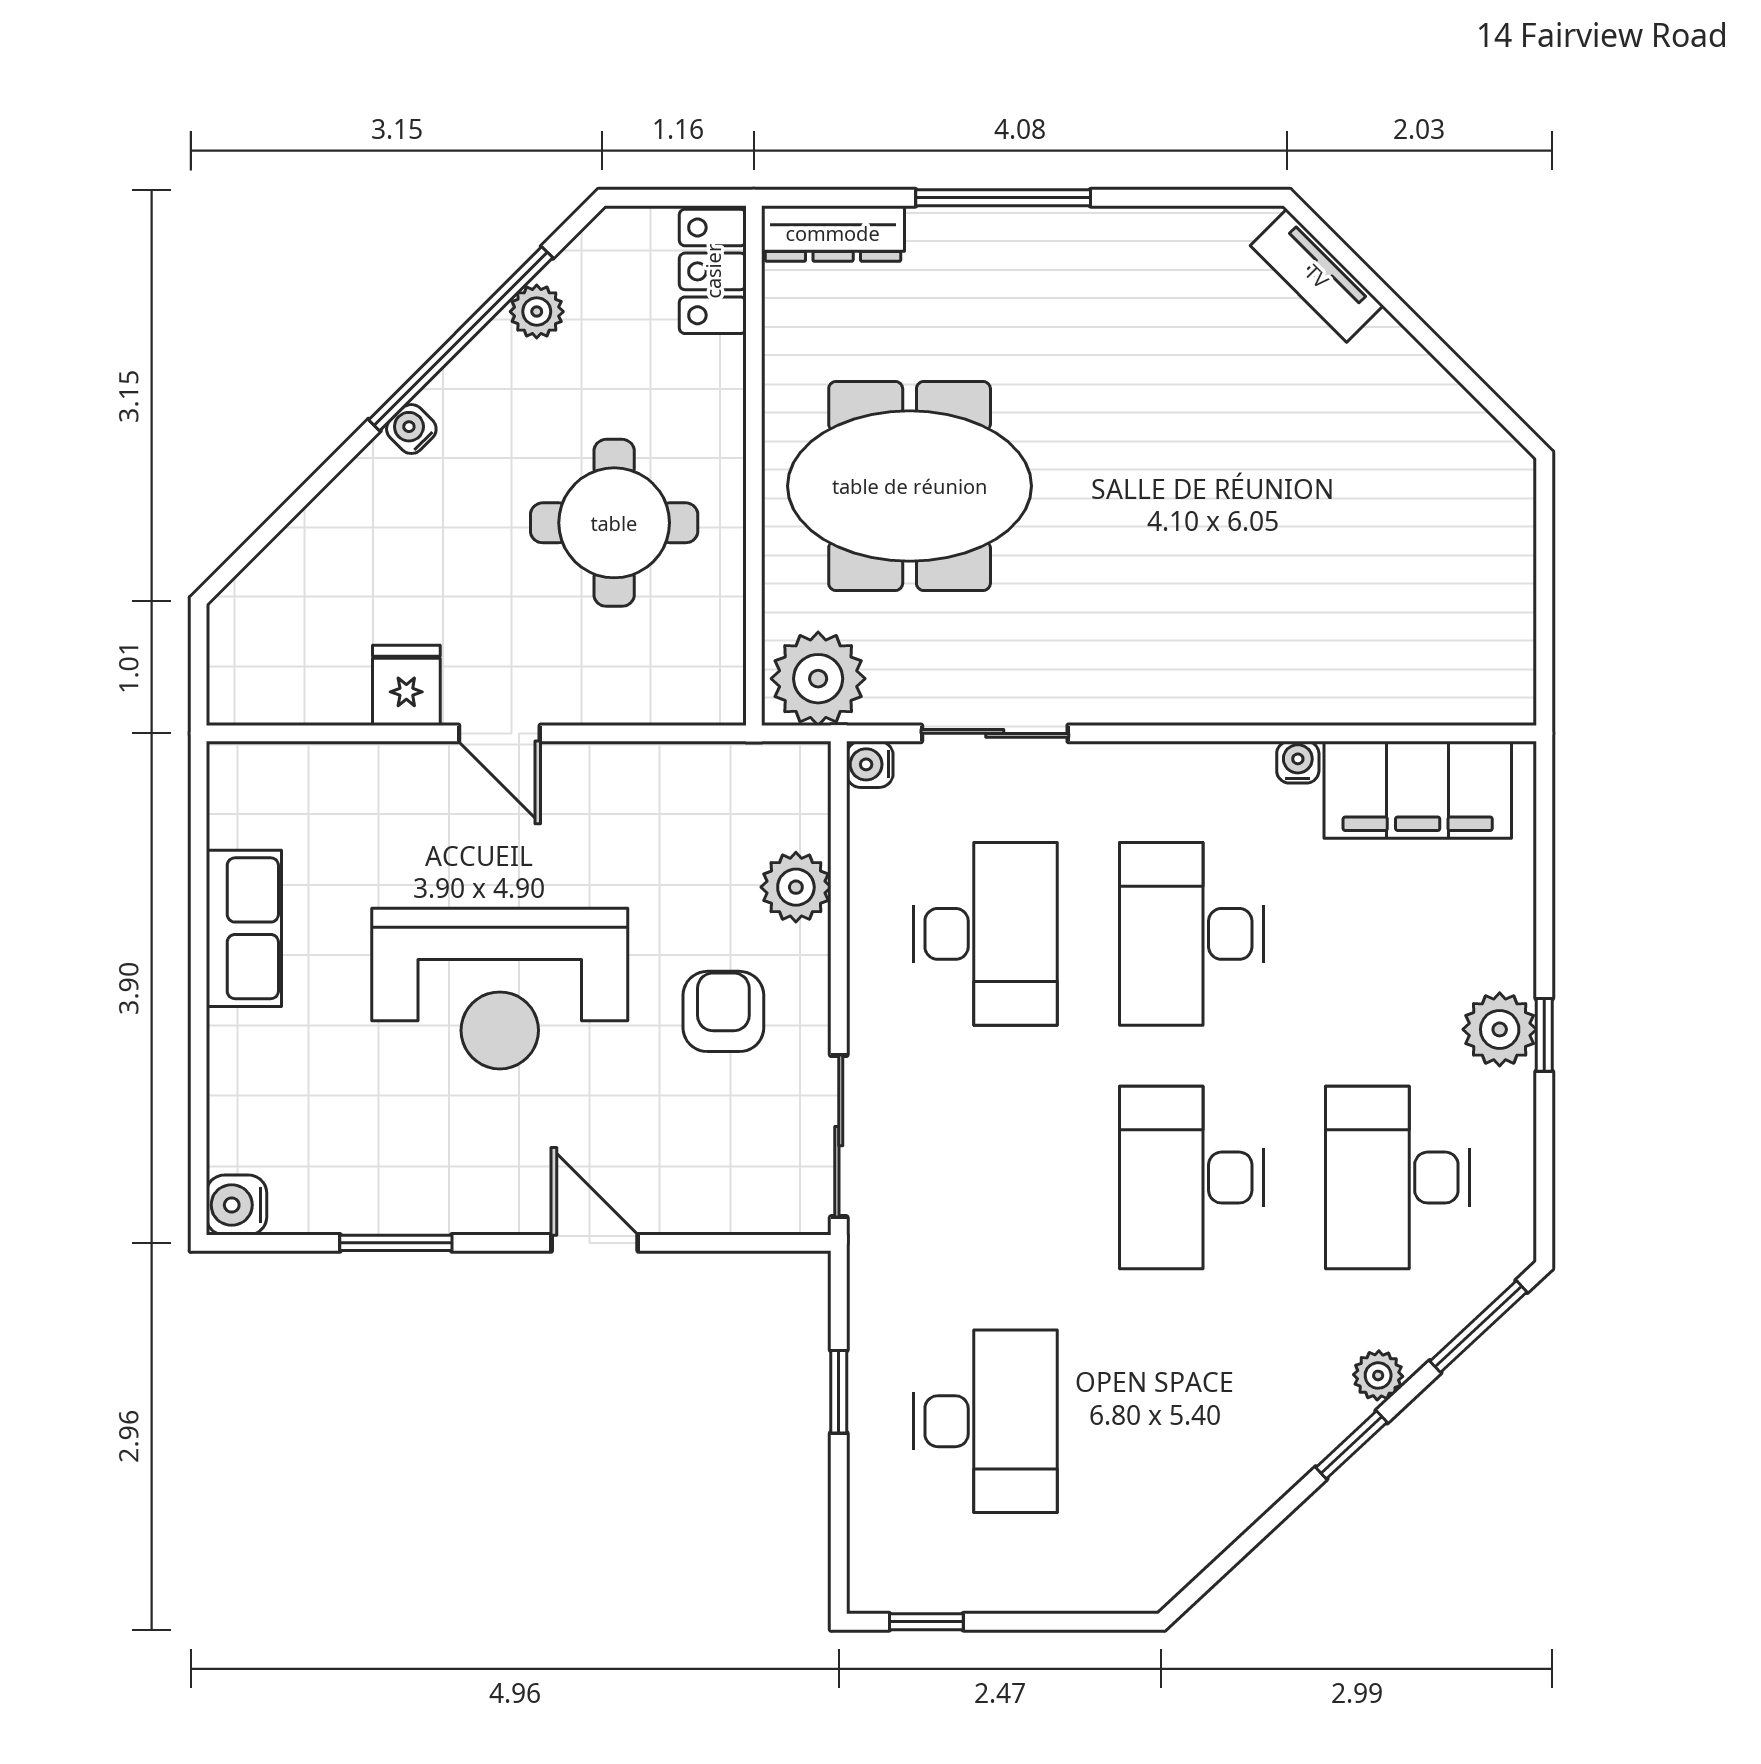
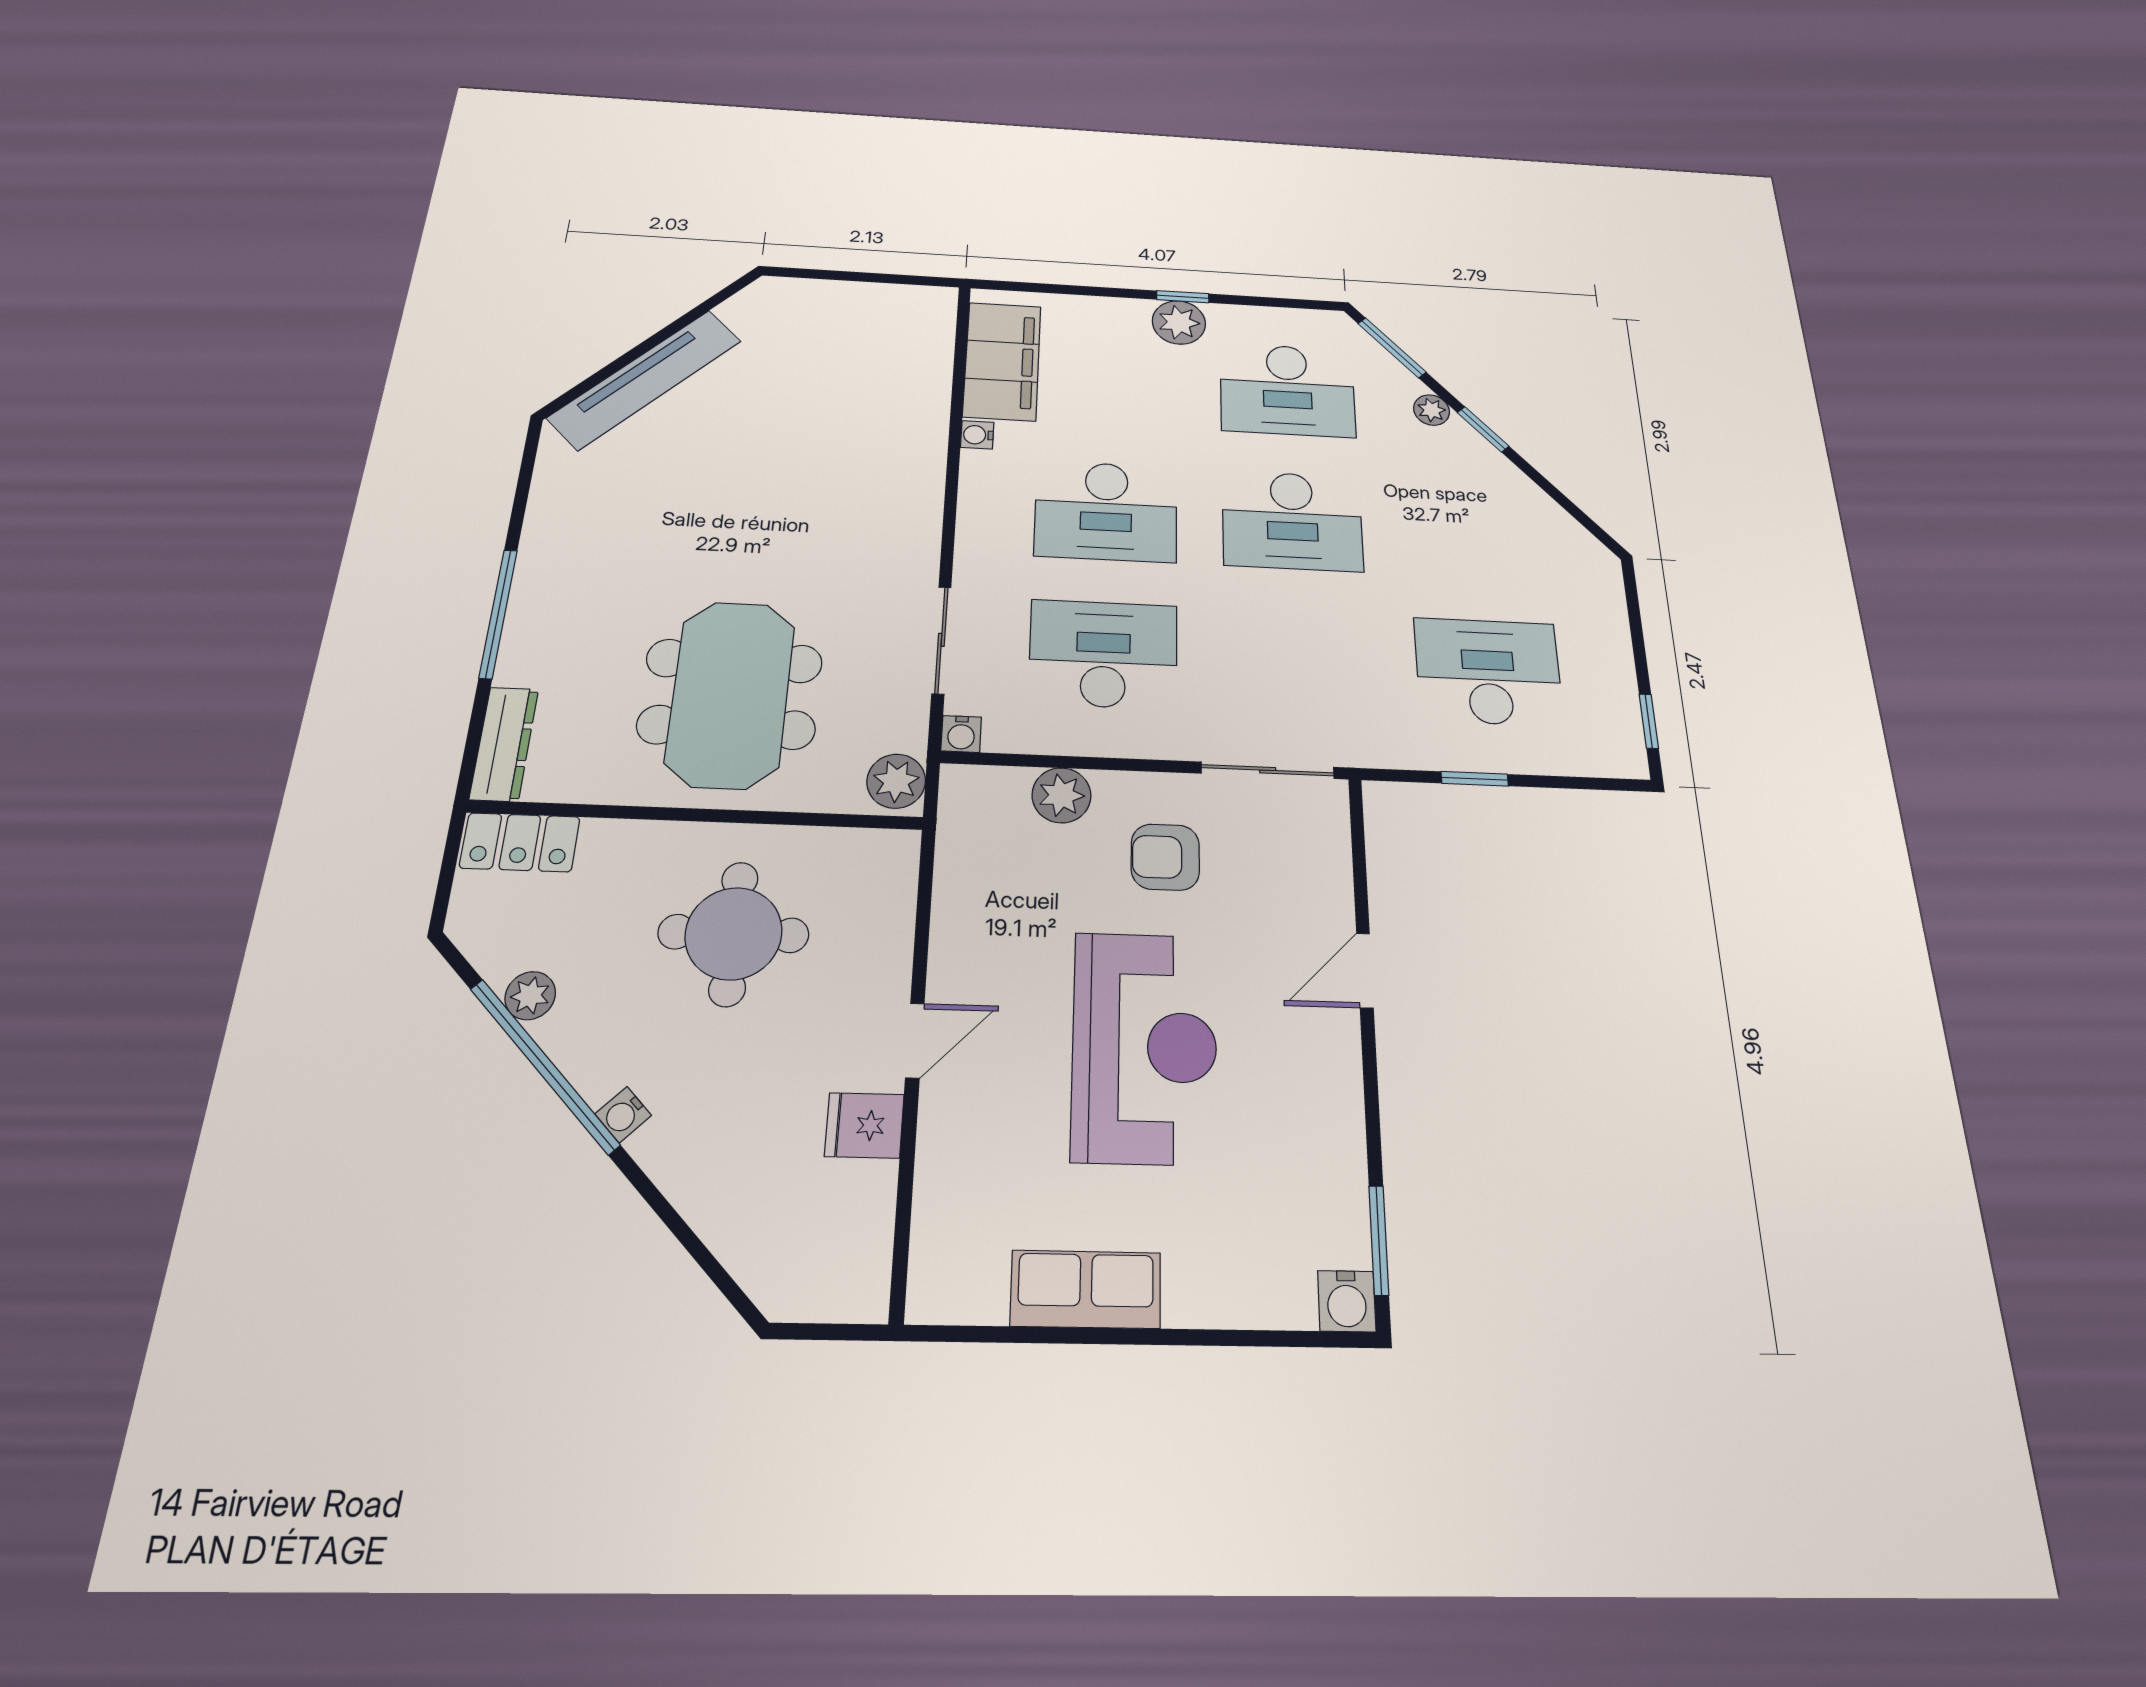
tv unit: (1317, 276) -> (645, 379), width x1.92, depth x1.29
plant: (818, 679) -> (896, 781), width x0.73, depth x0.73
window: (396, 1243) -> (1379, 1240), moved

